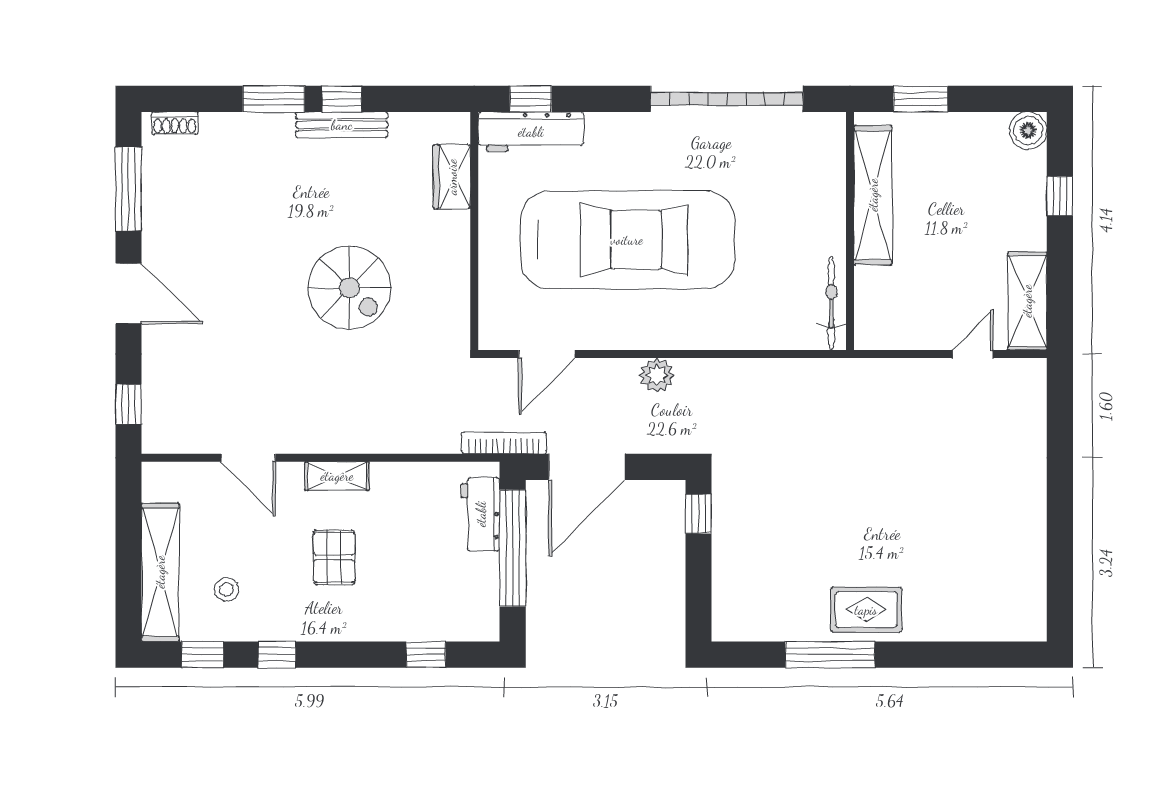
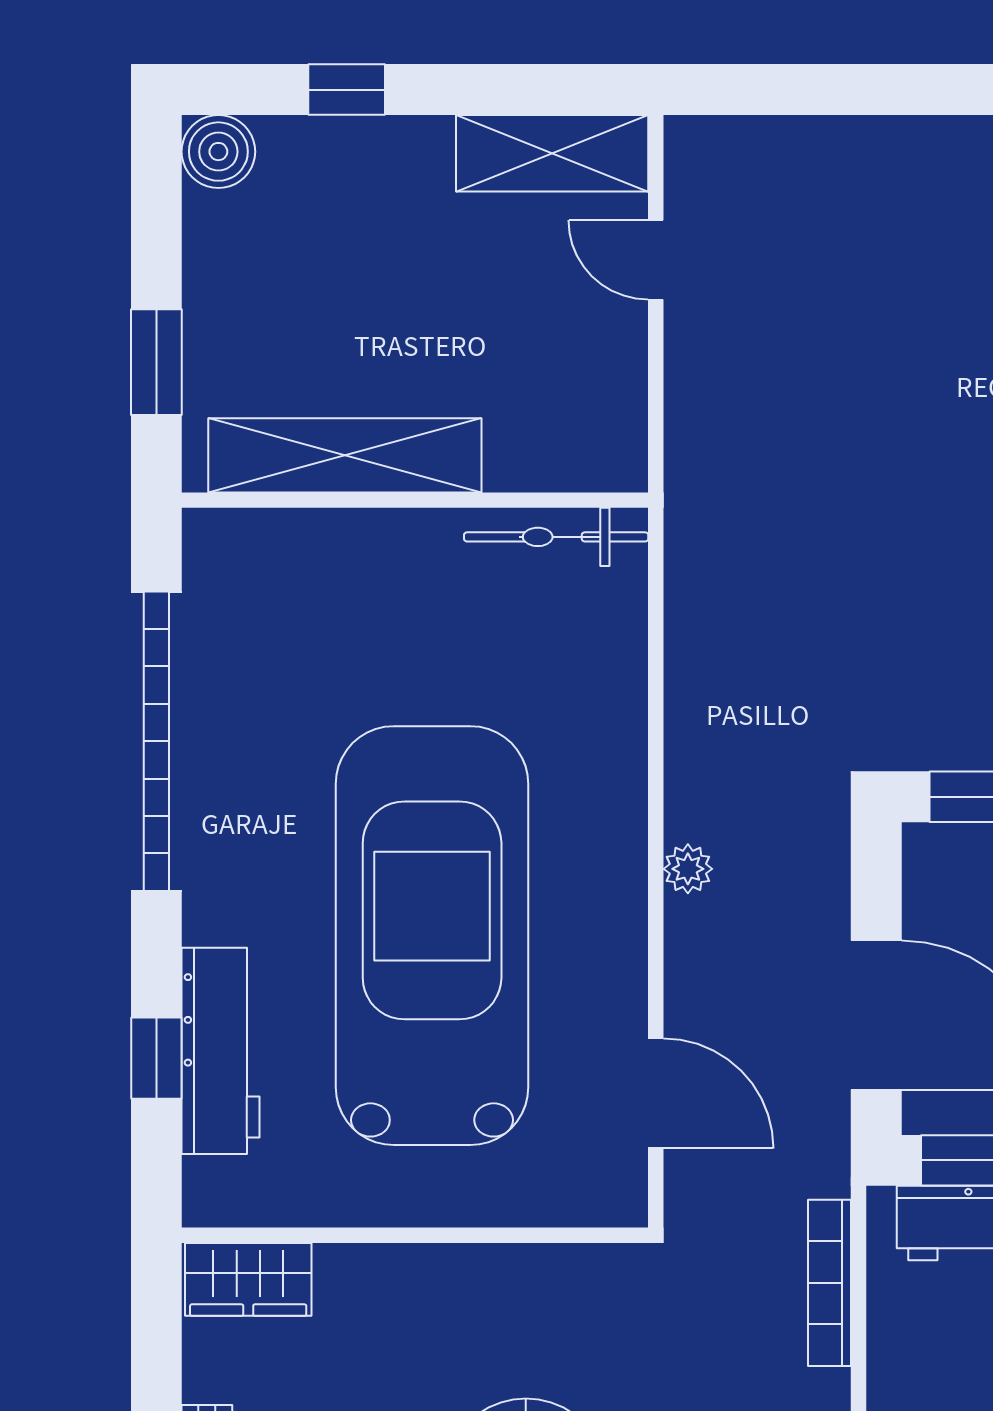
window: (531, 99) -> (156, 1058), moved
workbench: (531, 132) -> (221, 1051), moved
wardrobe: (452, 177) -> (248, 1279), moved
plant: (657, 375) -> (688, 869), width x0.73, depth x0.73
bookcase: (504, 443) -> (830, 1283), moved

